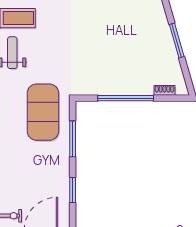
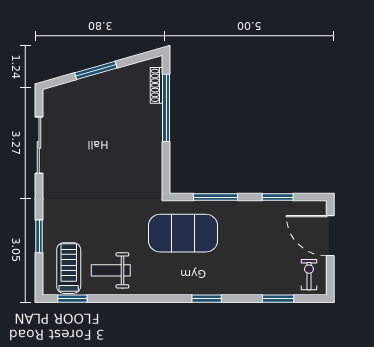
shoe rack: (164, 90) -> (157, 85), width x1.43
window: (126, 98) -> (166, 108), moved

